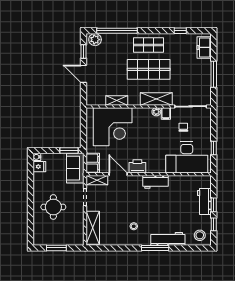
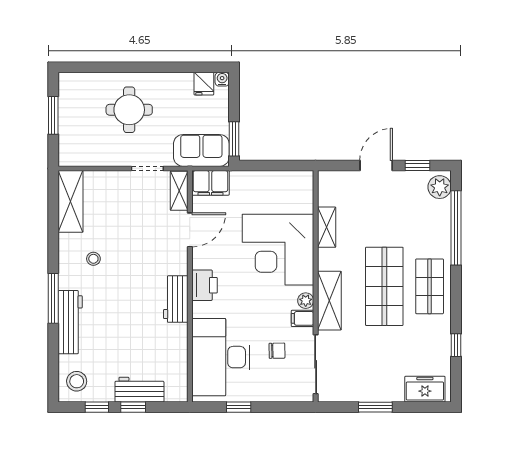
window: (214, 74) -> (375, 407), width x0.69
corner desk: (113, 127) -> (278, 250), moved
printer: (137, 166) -> (204, 285), moved
shelving: (93, 228) -> (71, 201), moved, turned 90

